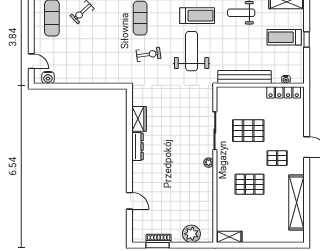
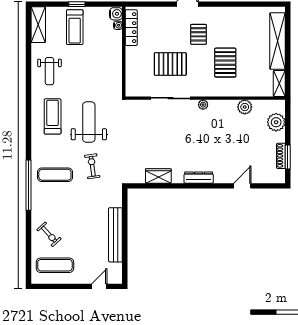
weight bench: (192, 51) -> (89, 122), turned 90
bench: (244, 77) -> (115, 235), moved
water cooler: (48, 78) -> (116, 14), moved
pallet: (248, 131) -> (170, 64), turned 90
dresser: (137, 146) -> (199, 178), moved
shelving: (296, 202) -> (278, 41), moved, turned 90
plant: (206, 203) -> (245, 107), added

